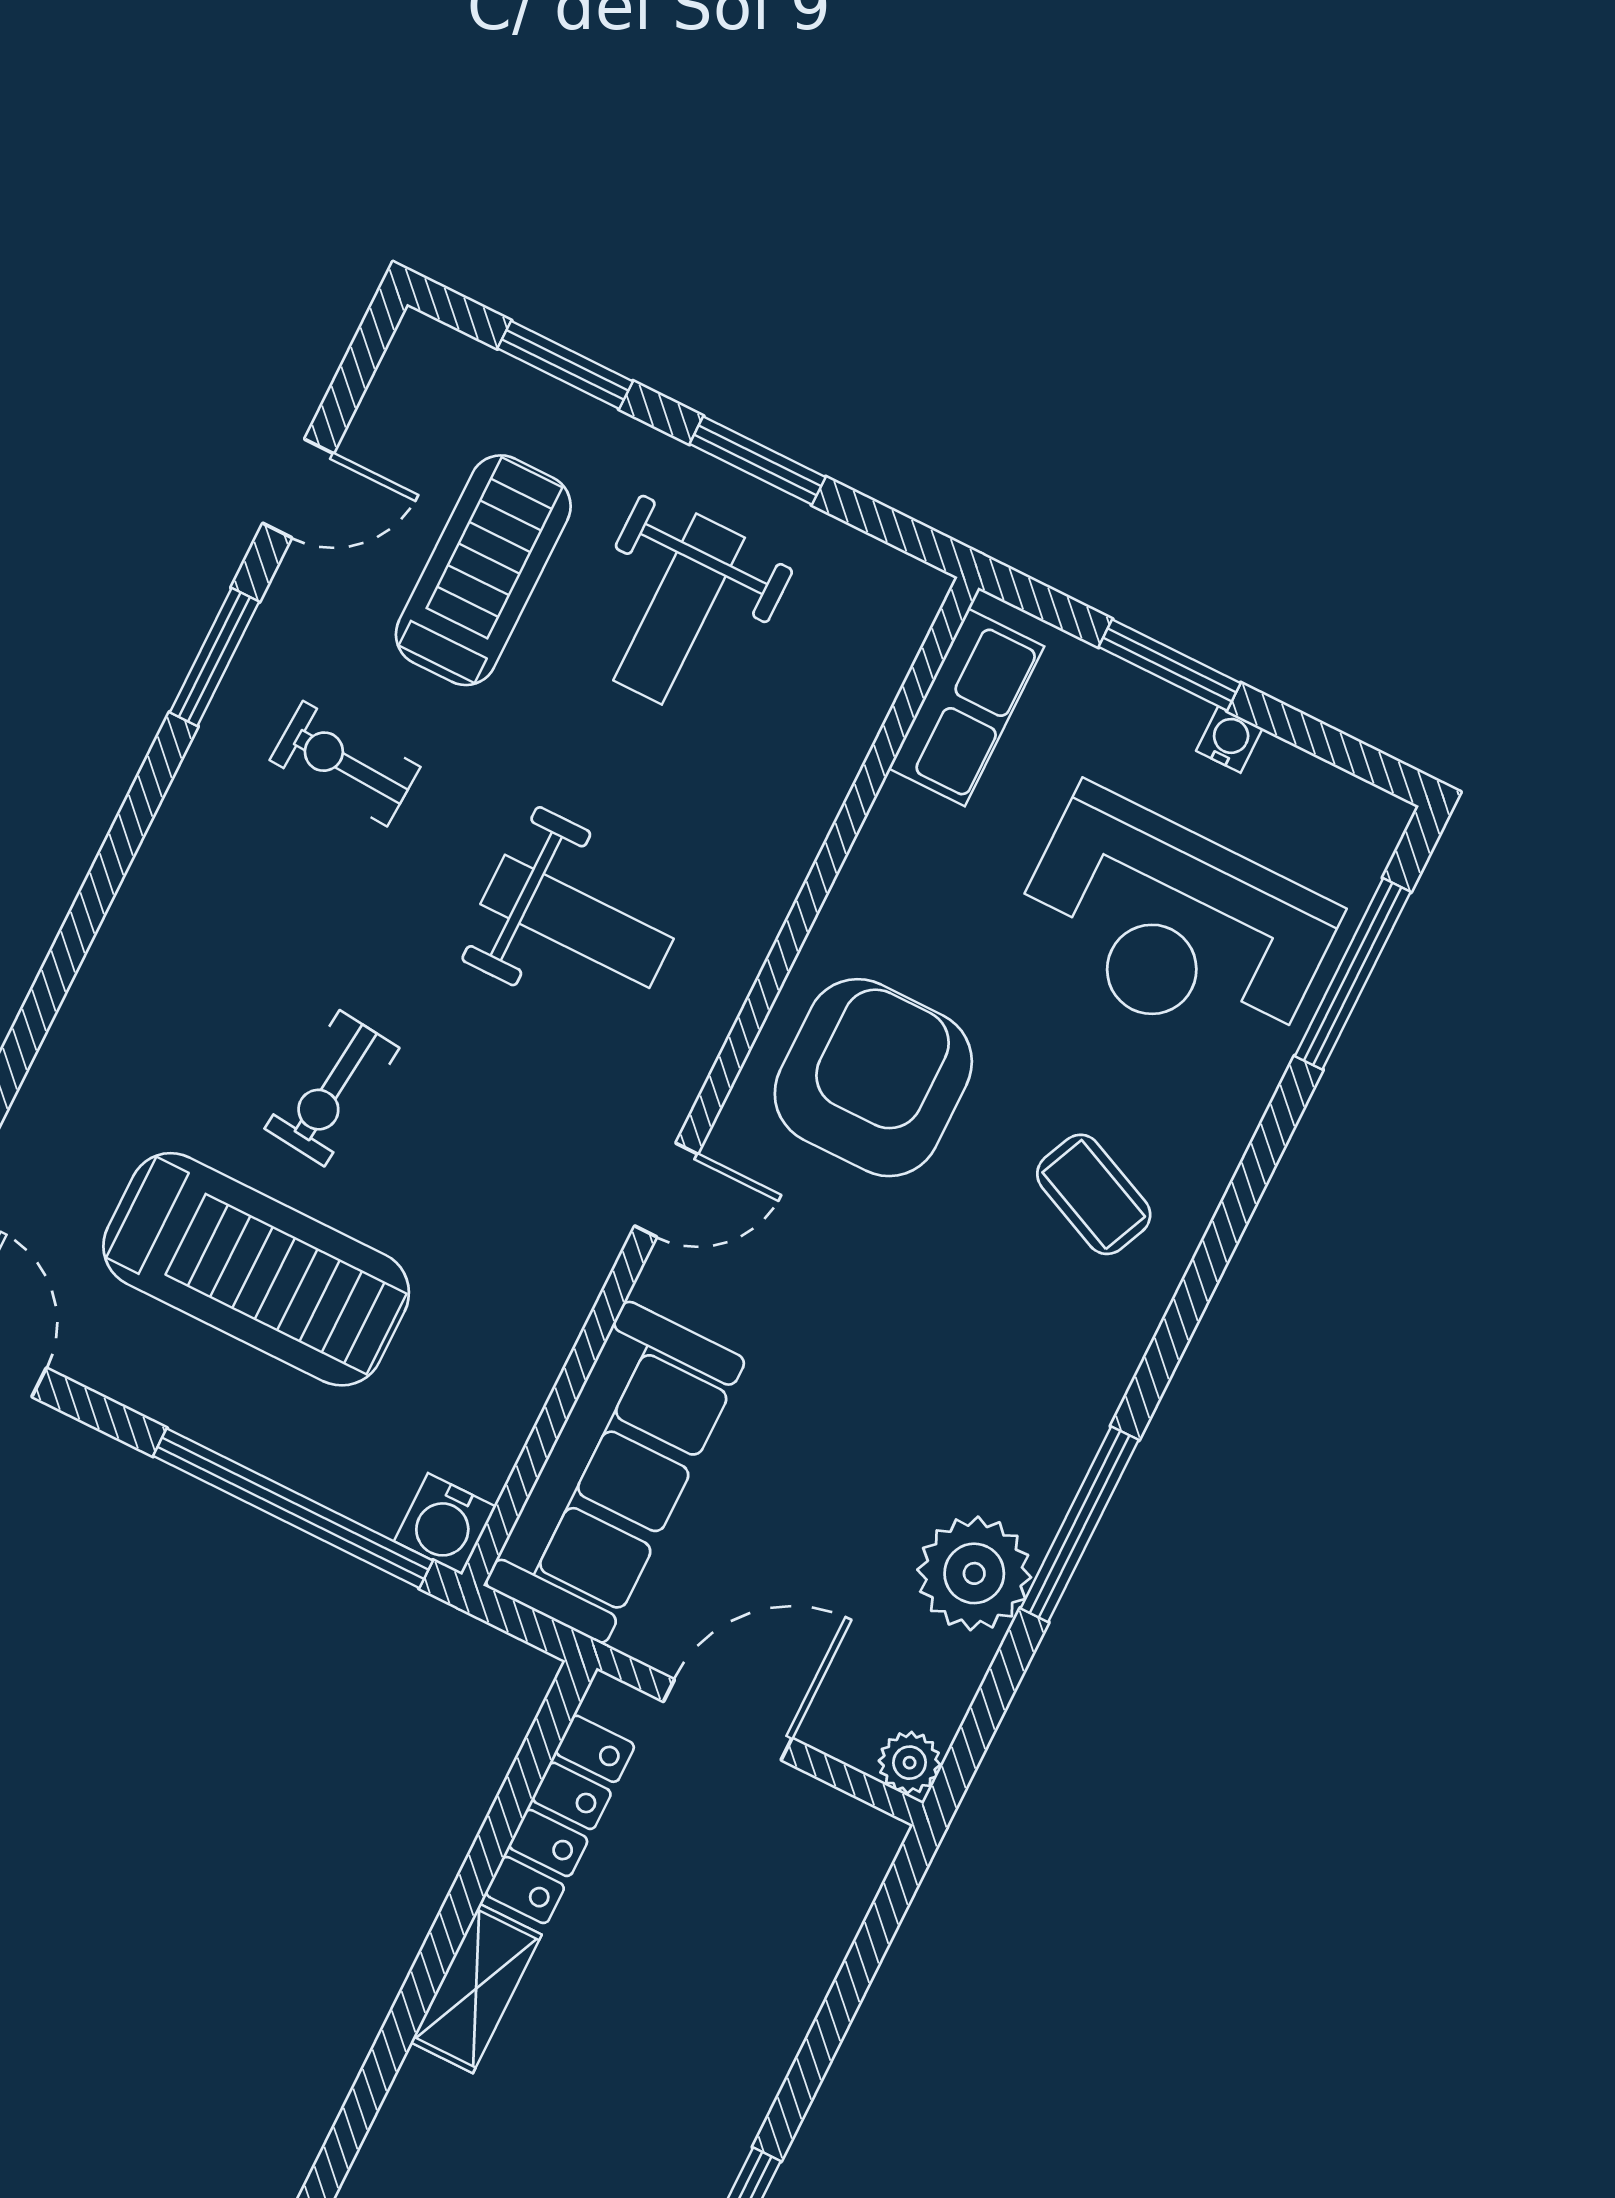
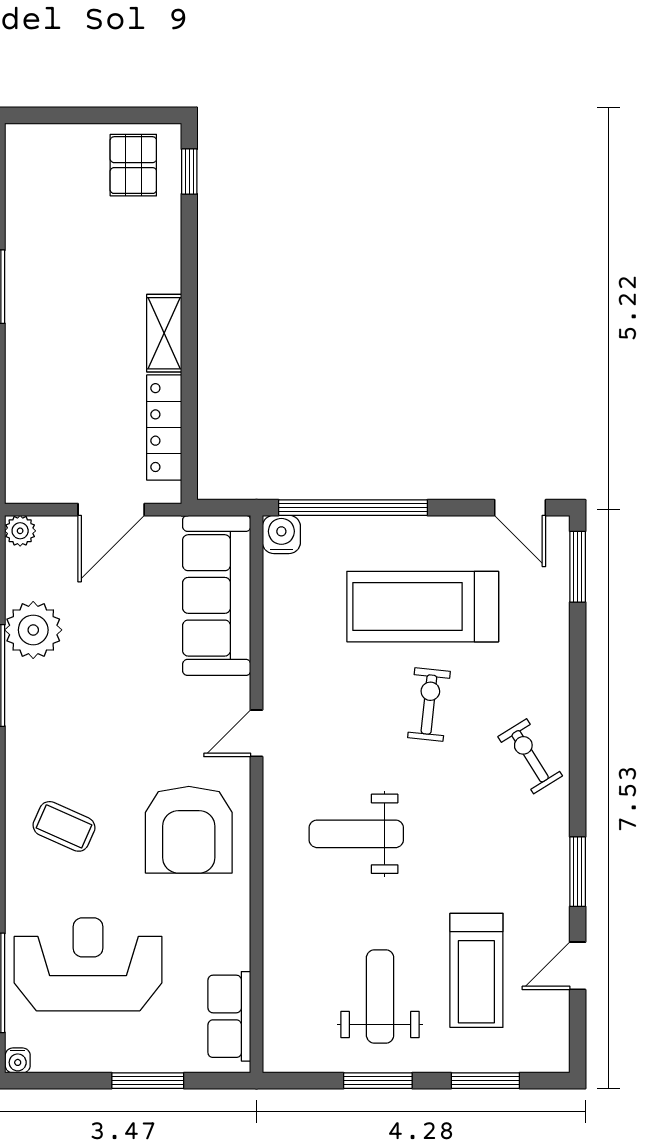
water cooler: (1229, 740) -> (18, 1060), moved
exercise bike: (345, 764) -> (530, 756), moved, turned -125

